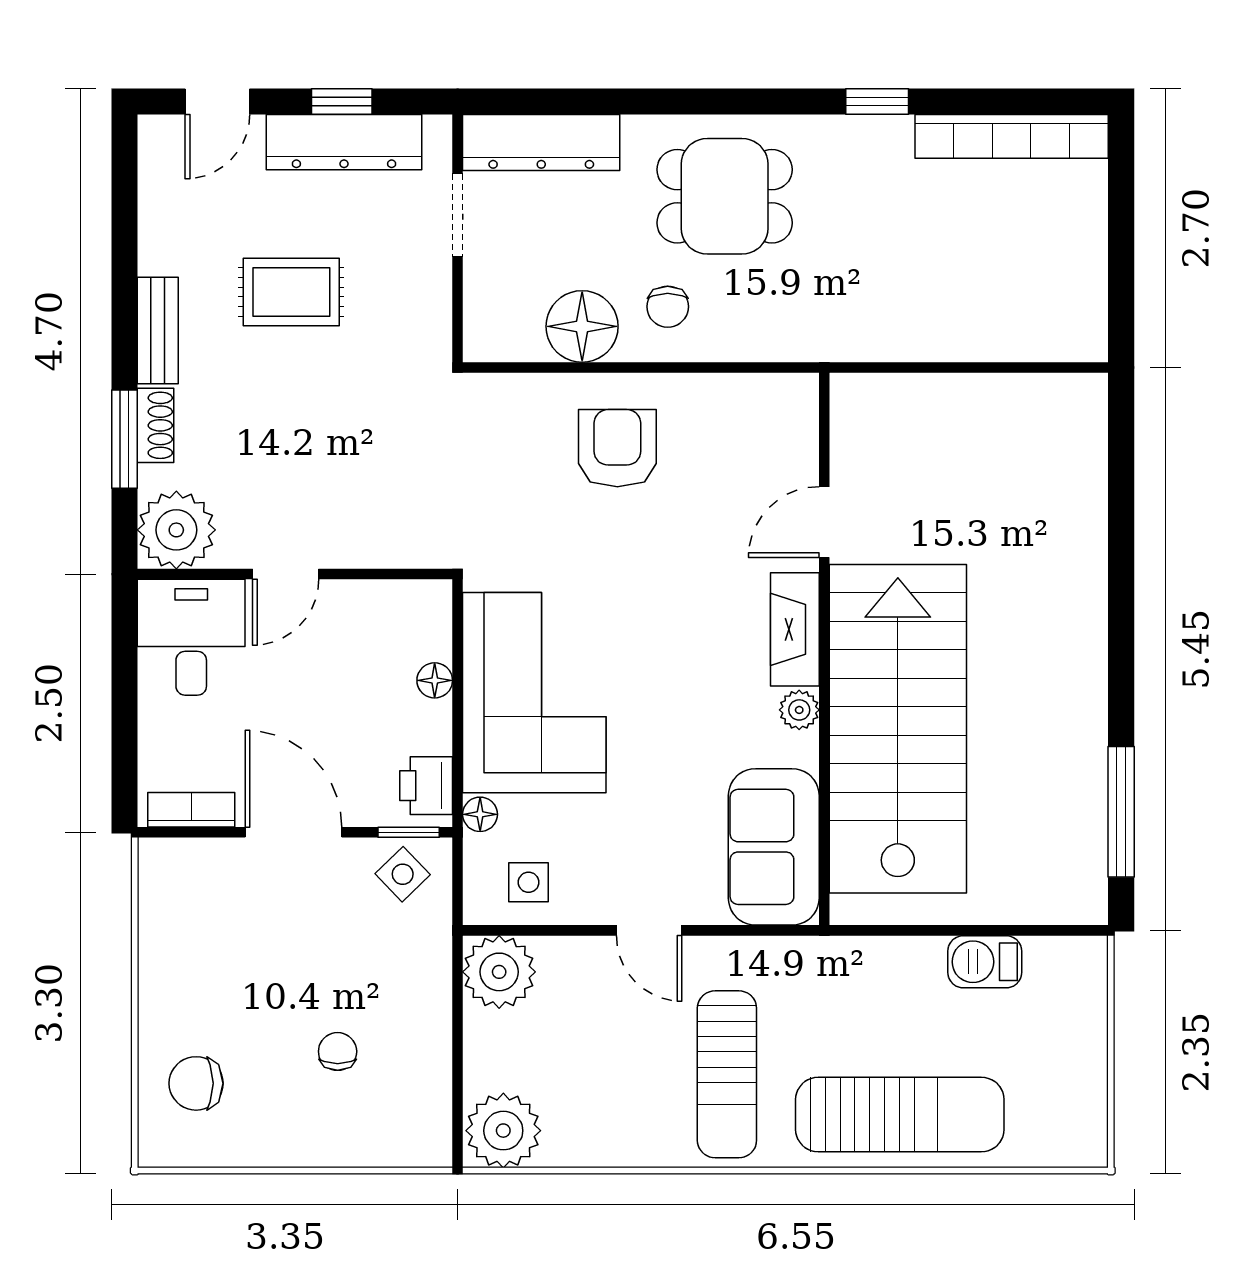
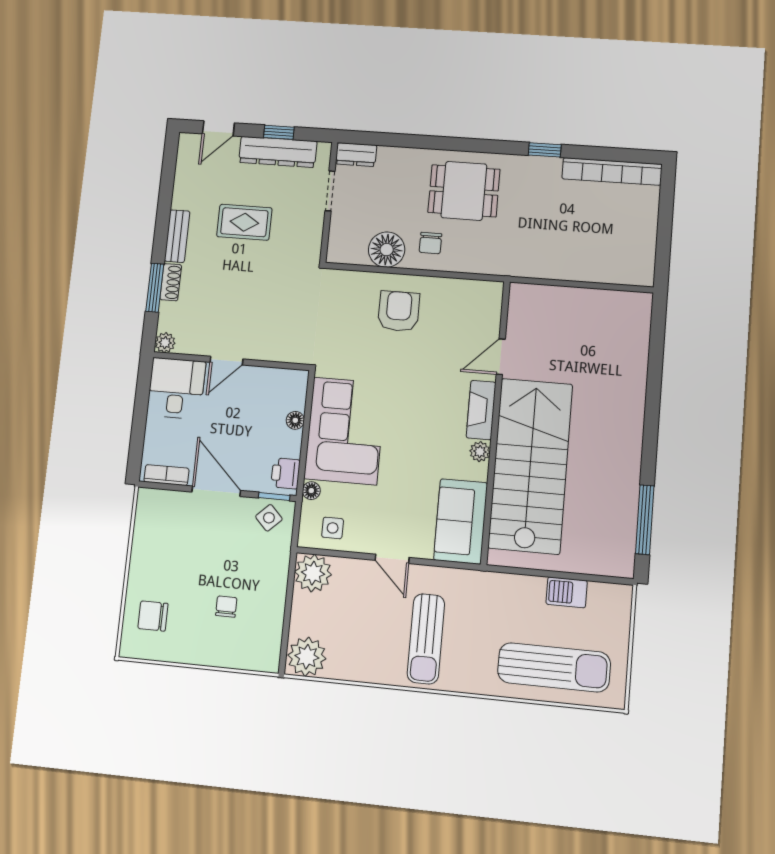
dresser: (541, 142) -> (356, 155), width x0.51, depth x0.80
plant: (176, 530) -> (165, 343), width x0.53, depth x0.53
sun lounger: (900, 1115) -> (554, 667), moved

